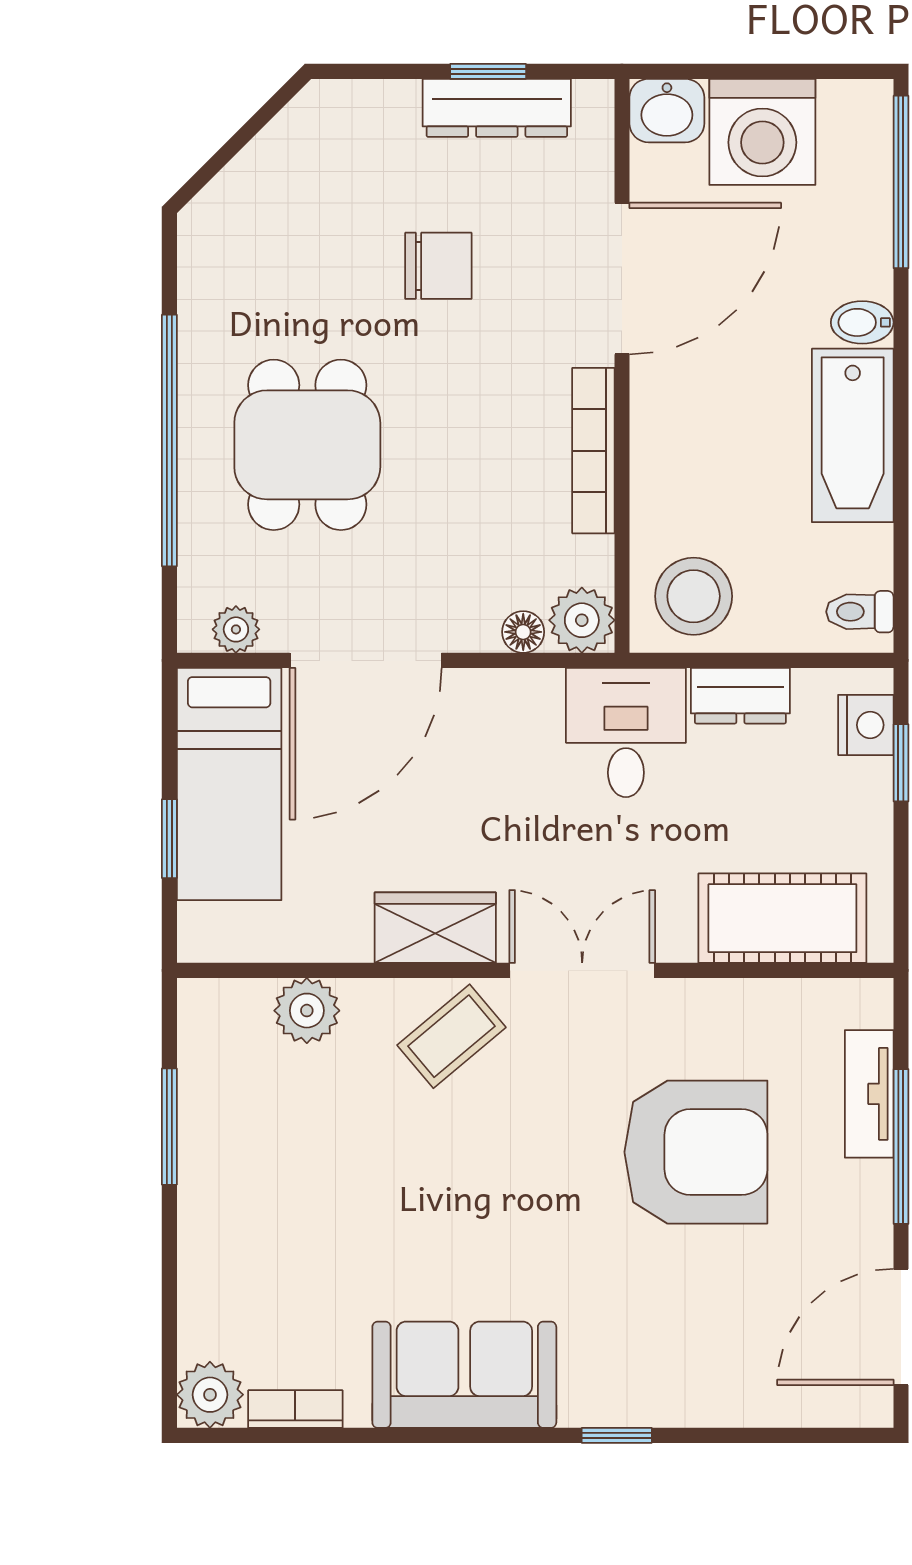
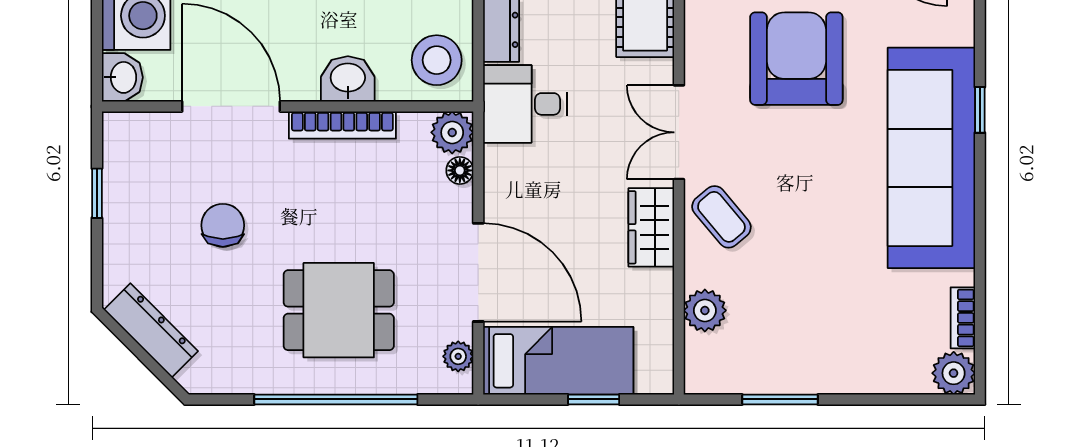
dresser: (497, 108) -> (151, 330), moved, turned -45
washbasin: (665, 459) -> (348, 79), added
sofa: (464, 1375) -> (931, 158), width x1.85, depth x1.27

